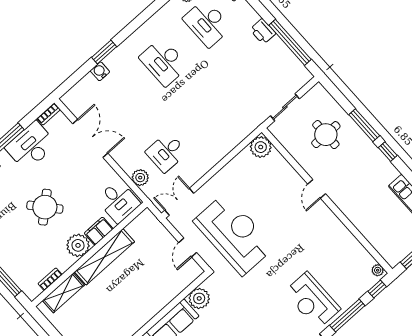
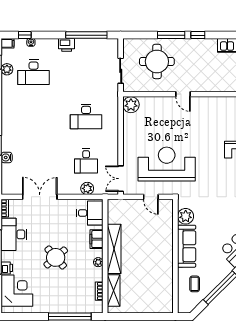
desk: (164, 62) -> (86, 117), moved
round table: (326, 135) -> (157, 61), width x1.36, depth x1.36
plant: (78, 245) -> (98, 262), width x0.53, depth x0.53

